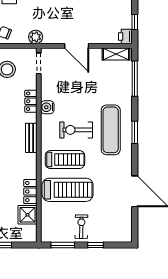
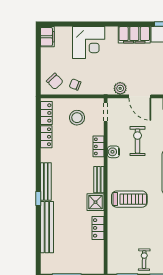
plant: (36, 37) -> (120, 88), moved
exercise bike: (76, 130) -> (138, 141), moved, turned 90
treadmill: (68, 190) -> (132, 226), removed
shower: (27, 215) -> (95, 202), moved

